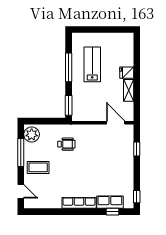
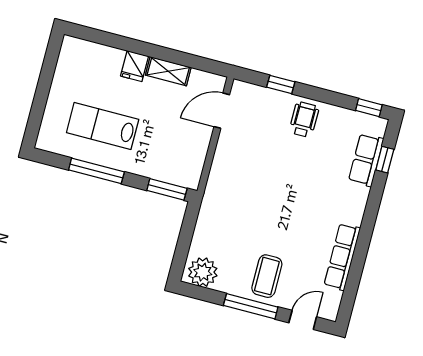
wheelchair: (66, 144) -> (304, 120), moved
window: (21, 152) -> (251, 306), moved
row of seats: (79, 203) -> (342, 257), moved

